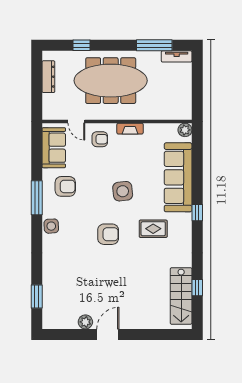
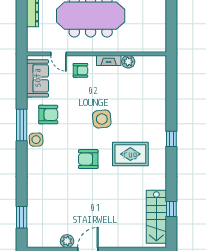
plant: (185, 130) -> (128, 62), moved
sofa: (178, 177) -> (154, 106), removed
side table: (51, 226) -> (36, 140), moved
rug: (153, 229) -> (130, 154), width x1.36, depth x1.43
armchair: (108, 234) -> (88, 159), turned 180

